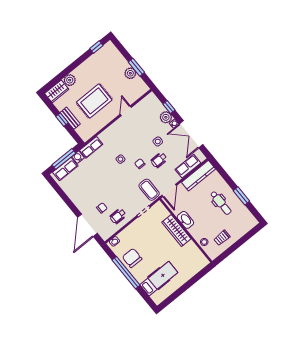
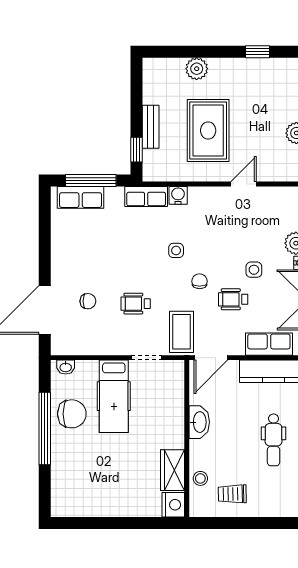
window: (96, 47) -> (257, 52), moved
wardrobe: (57, 91) -> (163, 70), removed
rug: (94, 101) -> (208, 131), turned 90
window: (62, 120) -> (136, 150), moved
water cooler: (78, 157) -> (178, 195), moved
wheelchair: (118, 216) -> (136, 304), moved
wardrobe: (176, 231) -> (172, 470), moved, width x0.67
chair: (132, 258) -> (72, 414), turned 90
nightstand: (202, 261) -> (173, 505), added
hospital bed: (159, 279) -> (114, 396), moved, turned 90

